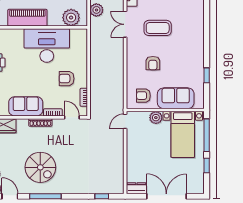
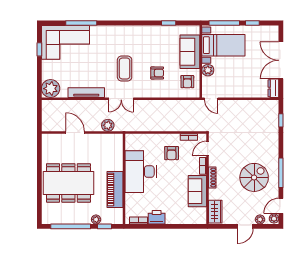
plant: (71, 18) -> (115, 149), removed

